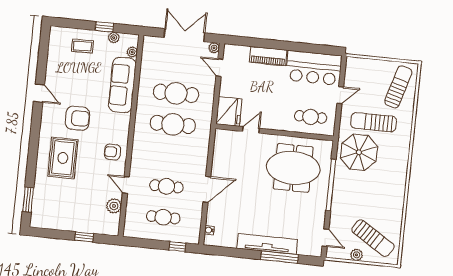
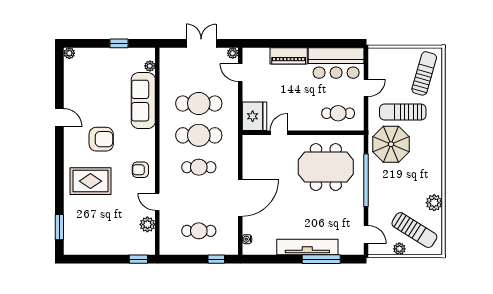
double door: (184, 35) -> (201, 43), width x0.73
plant: (114, 38) -> (69, 53), moved
coffee table: (82, 46) -> (99, 65), removed
rug: (63, 158) -> (90, 181), turned 90
cafe table: (166, 186) -> (199, 167), moved
door: (207, 189) -> (240, 198), width x1.36
plant: (395, 214) -> (434, 203), added
window: (84, 237) -> (138, 259), moved

